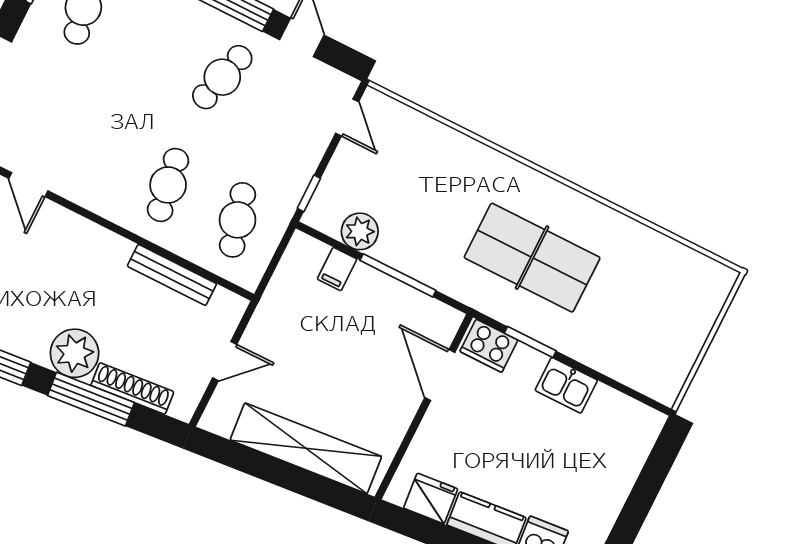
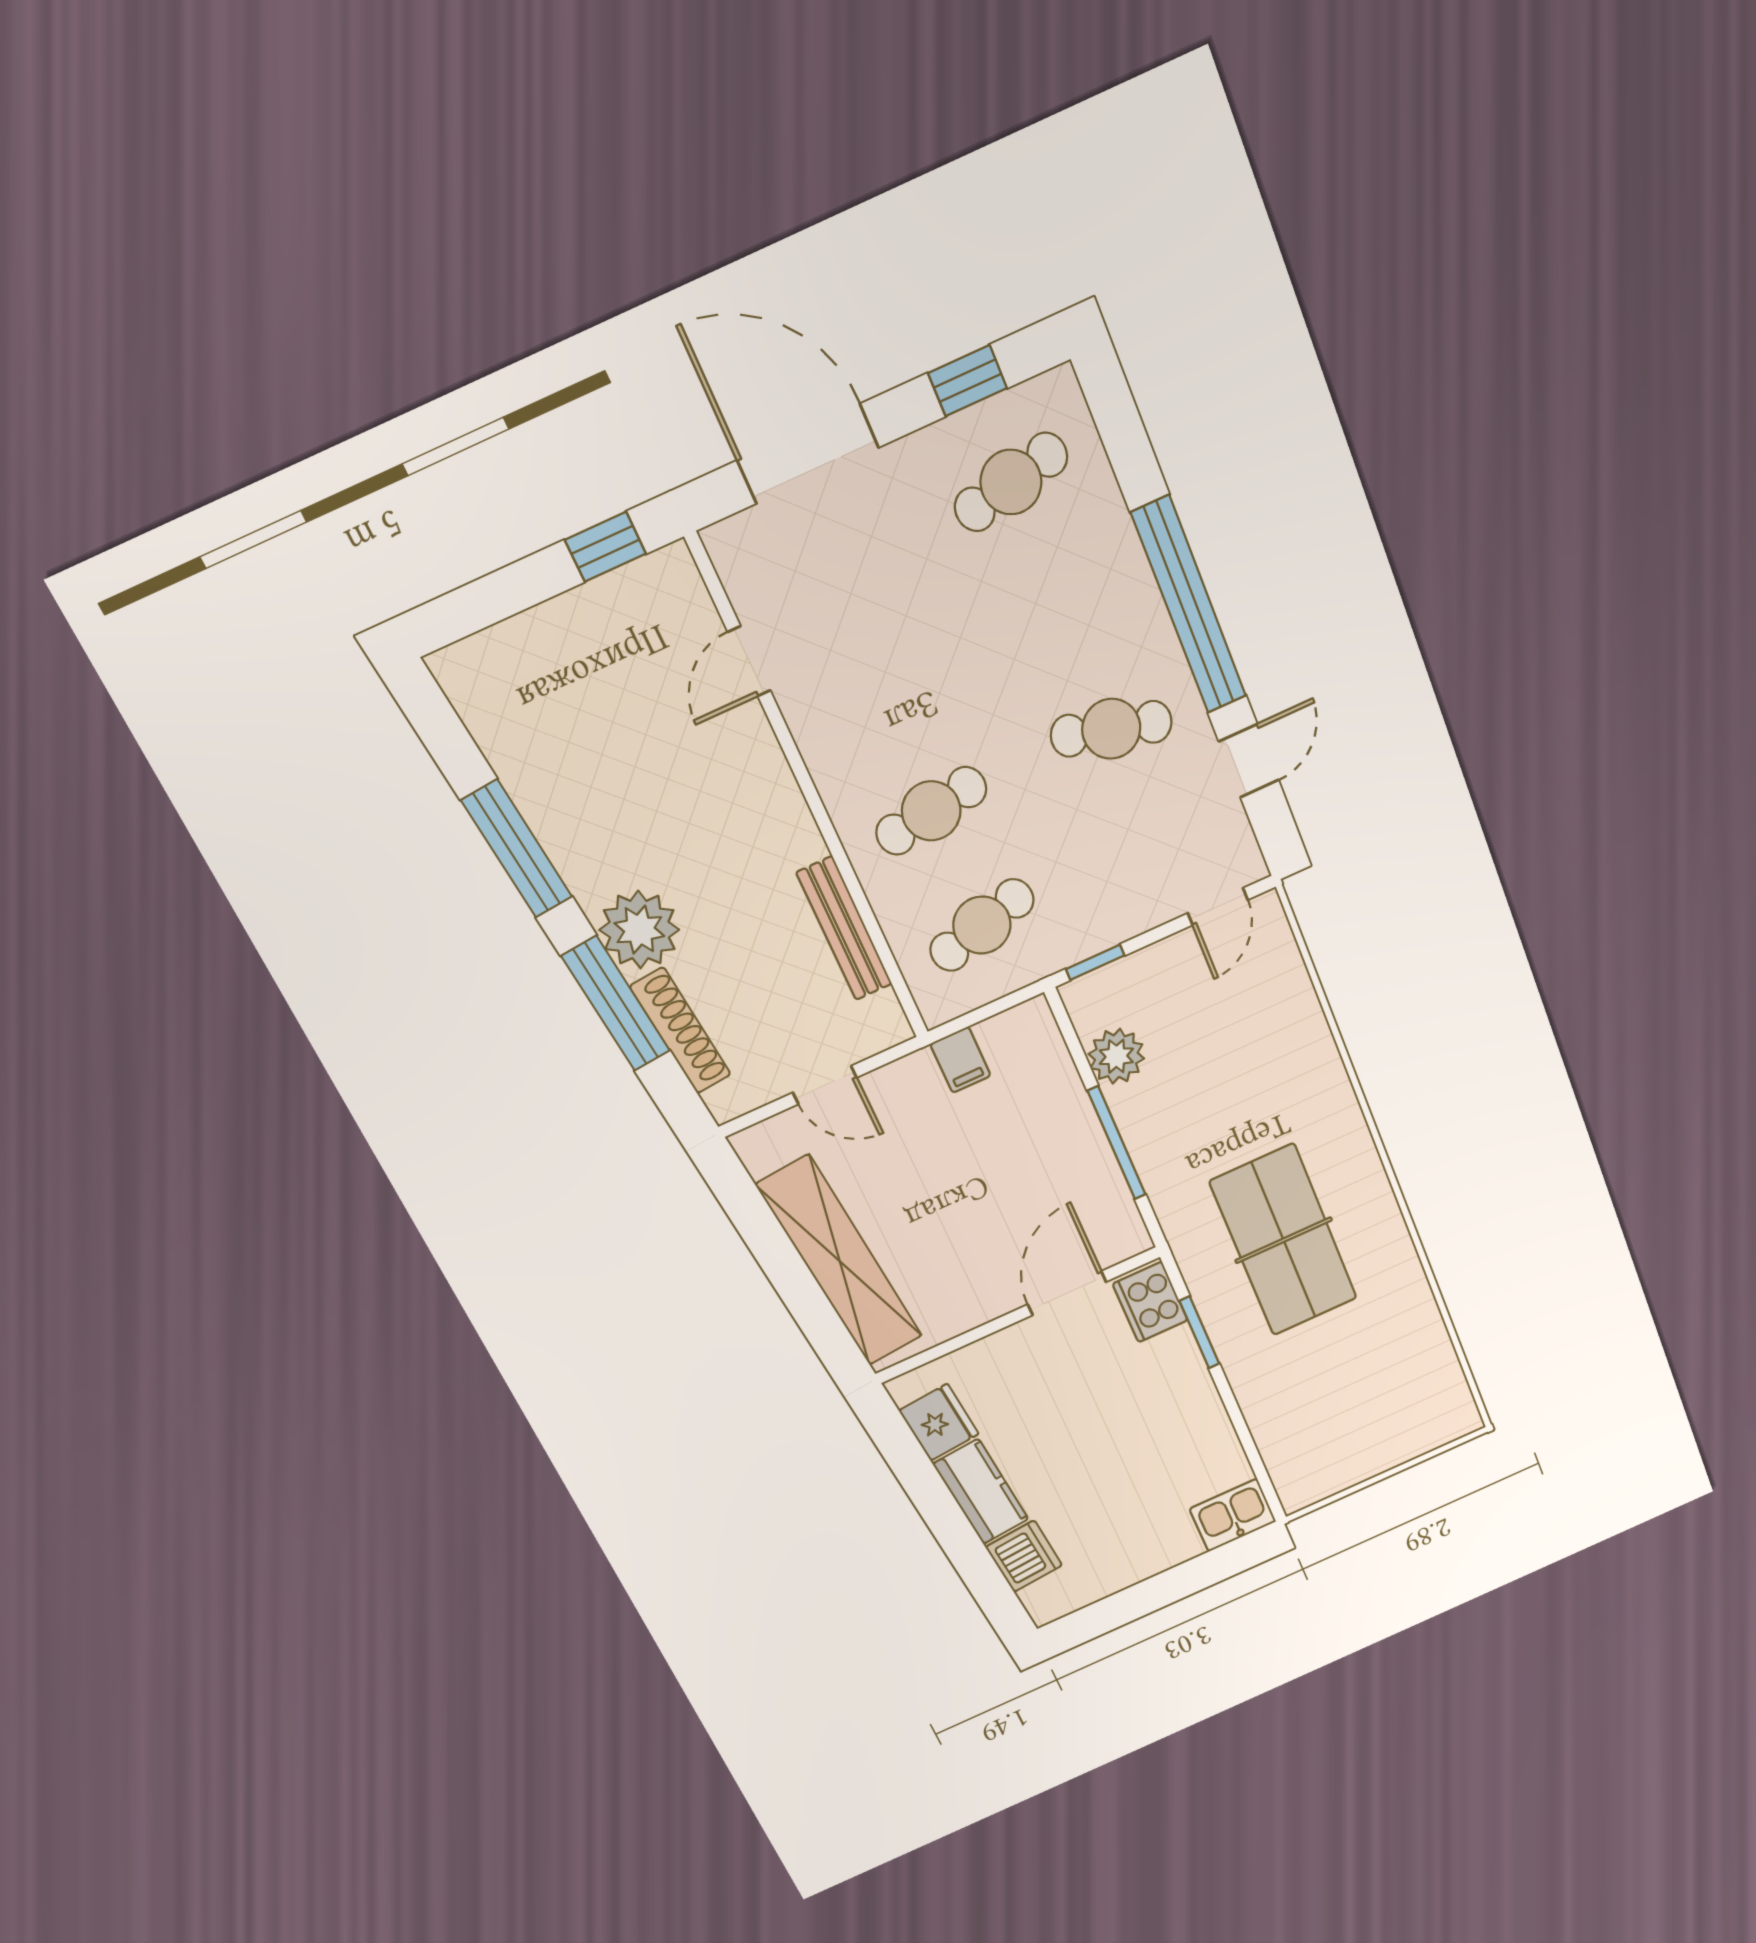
filing cabinet: (337, 269) -> (960, 1060), moved, turned -90
kitchen sink: (566, 385) -> (1233, 1515), moved, turned 90

